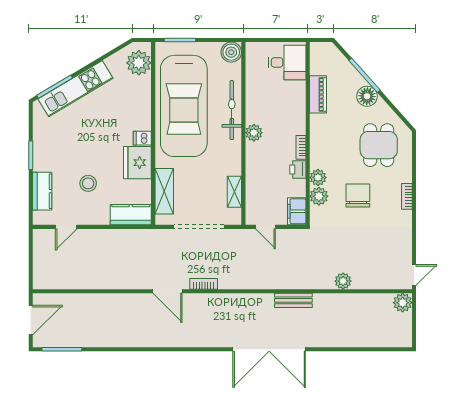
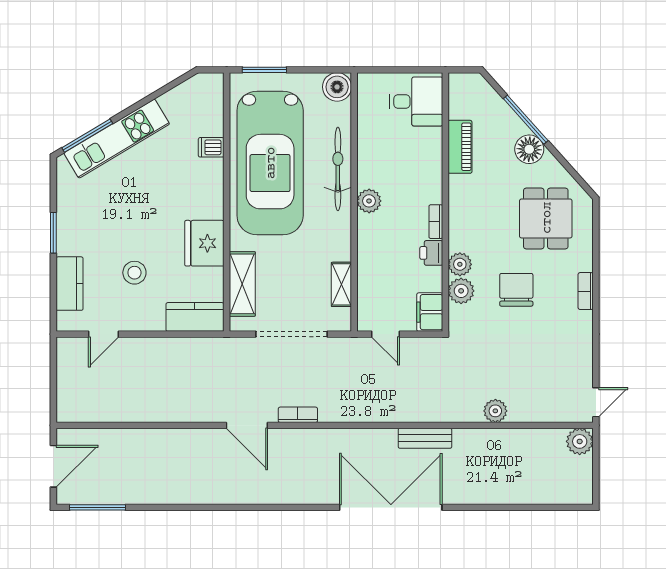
plant: (139, 63) -> (206, 102), removed
dishwasher: (142, 138) -> (211, 147), moved
double door: (269, 349) -> (391, 507), swing flipped

